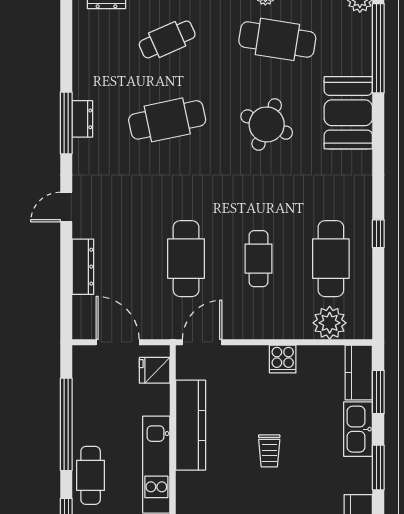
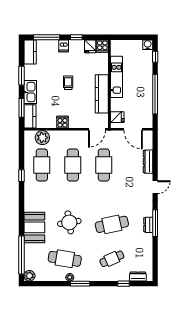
round table: (267, 124) -> (69, 222), turned -32
cafe table: (258, 259) -> (73, 165), width x1.37, depth x1.35
cafe table: (91, 475) -> (145, 72), removed

